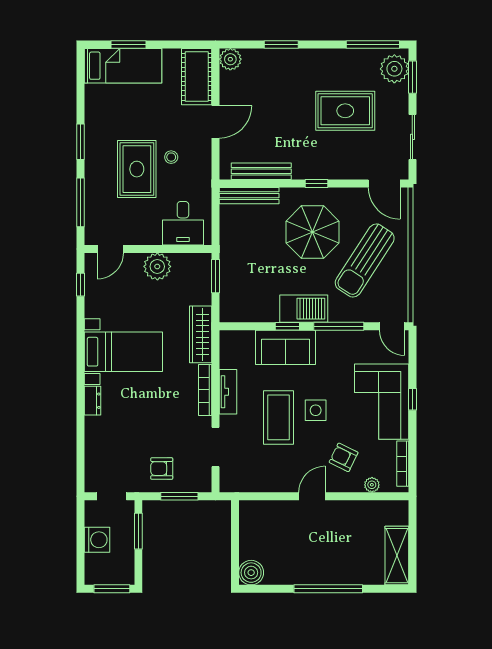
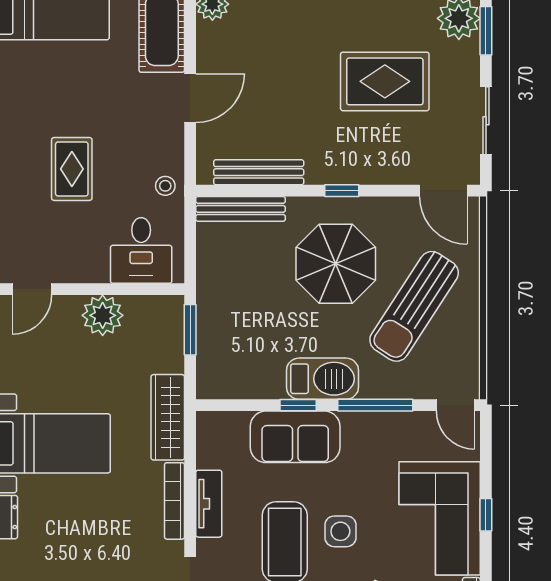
stool: (171, 157) -> (165, 186), moved
rug: (137, 169) -> (72, 169), width x0.73, depth x0.70

